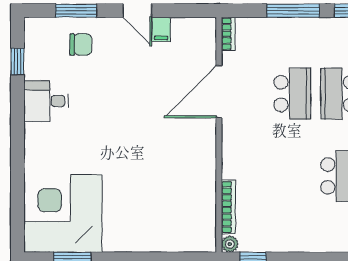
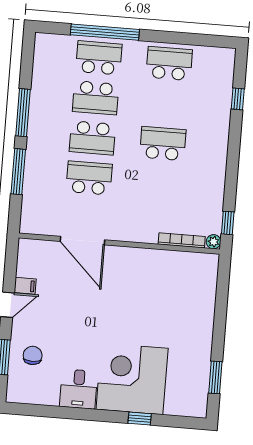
bookcase: (228, 34) -> (34, 229), removed
window: (17, 61) -> (140, 419), moved
corner desk: (63, 213) -> (132, 379), moved, turned 90

